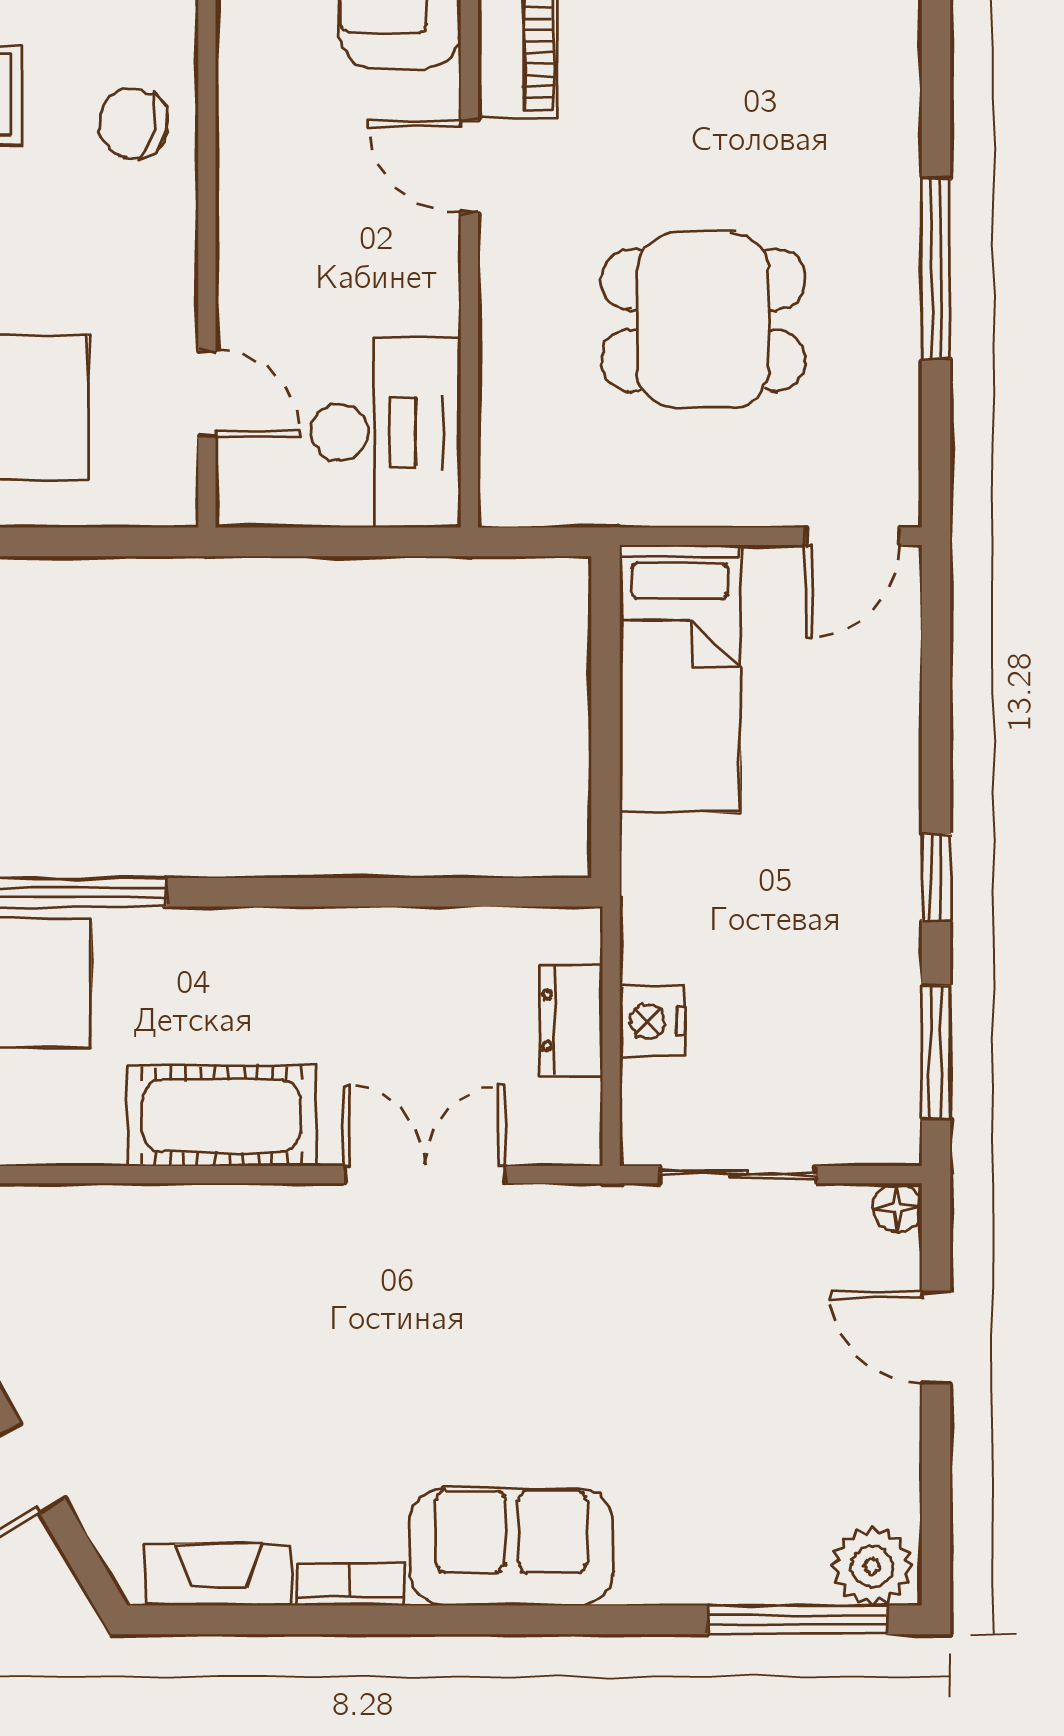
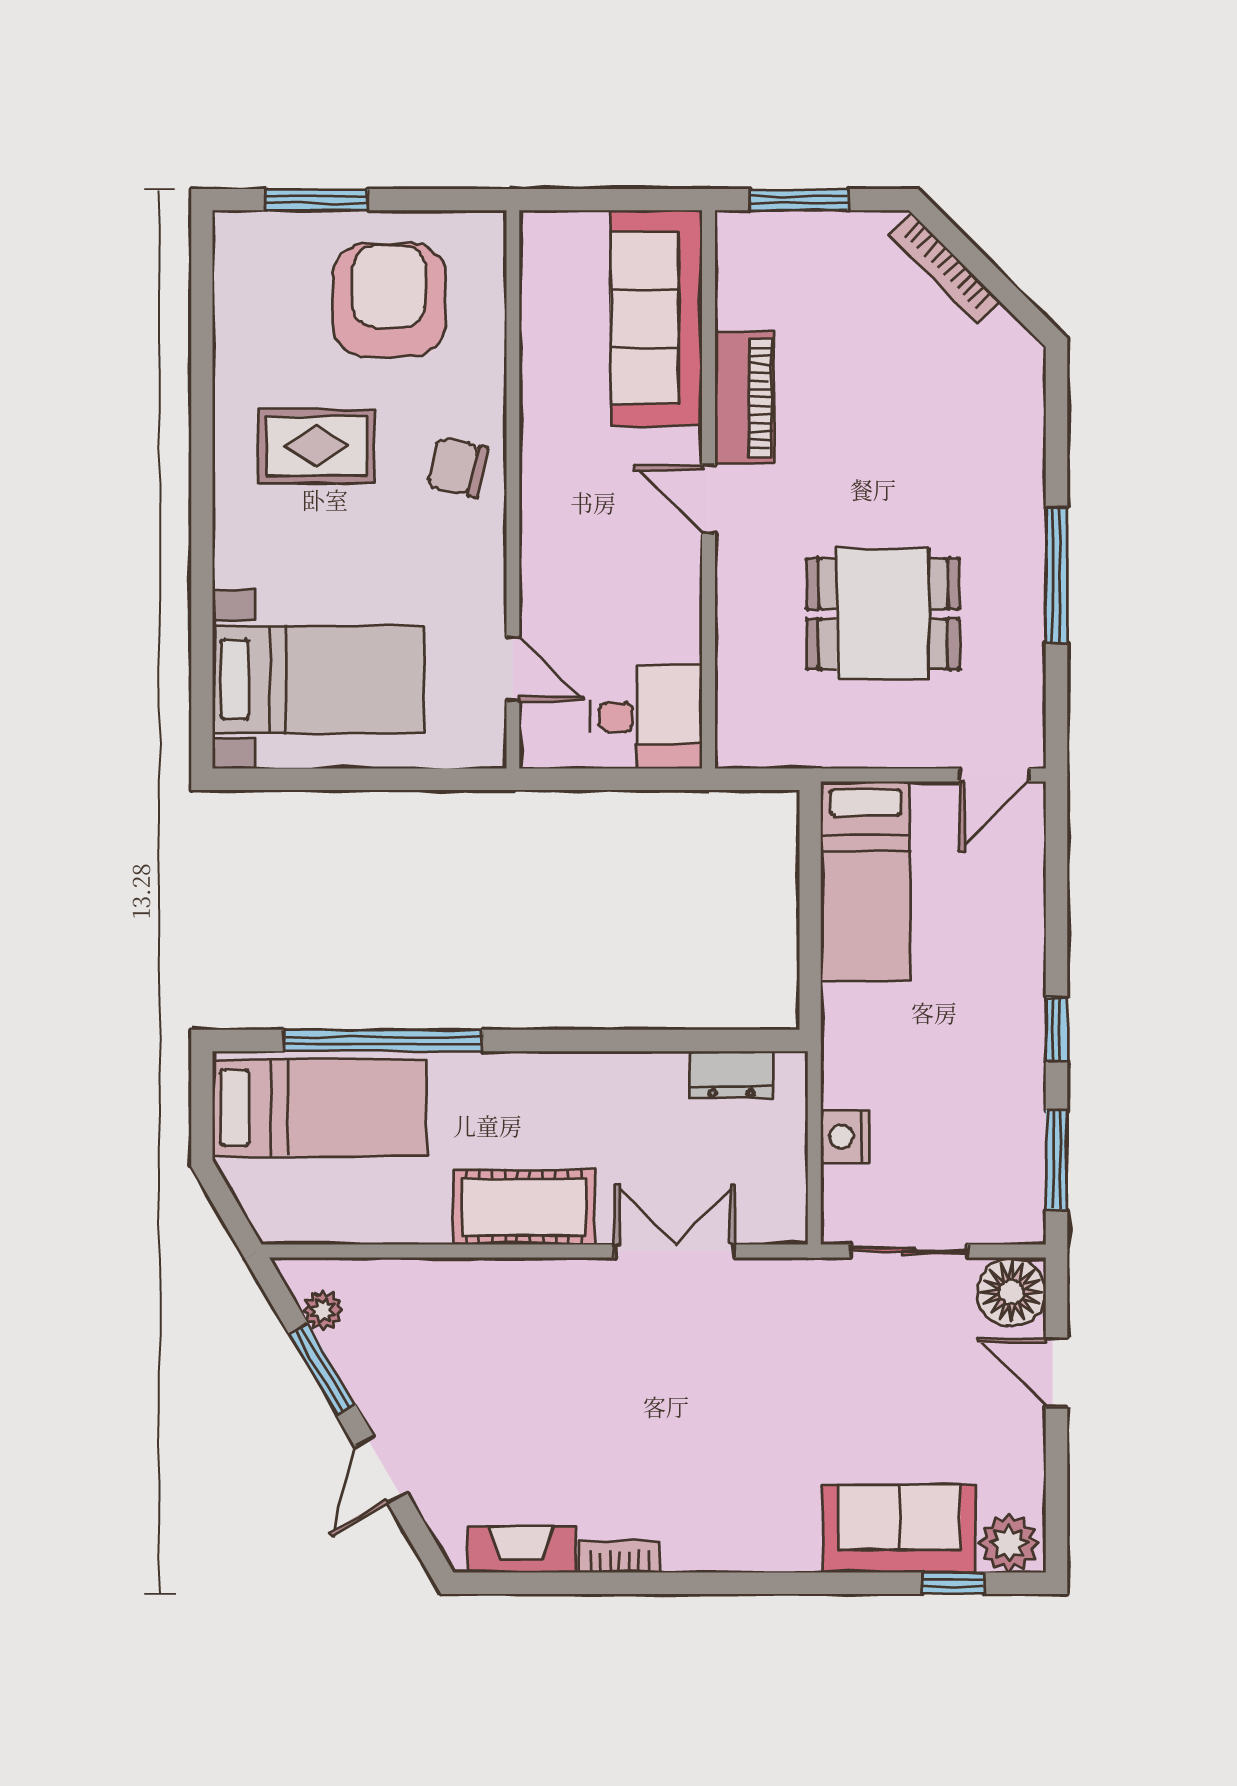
desk: (386, 432) -> (646, 717), width x0.73
dresser: (571, 1020) -> (732, 1075), moved, turned -90
floor lamp: (897, 1208) -> (1011, 1292), width x1.89, depth x1.89
sofa: (512, 1547) -> (899, 1529), moved
window: (797, 1620) -> (953, 1583), width x0.46

